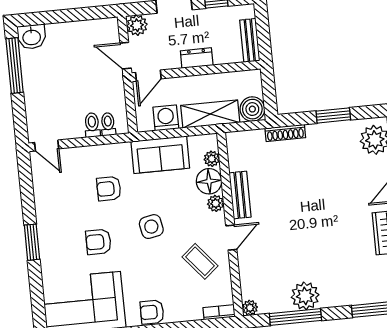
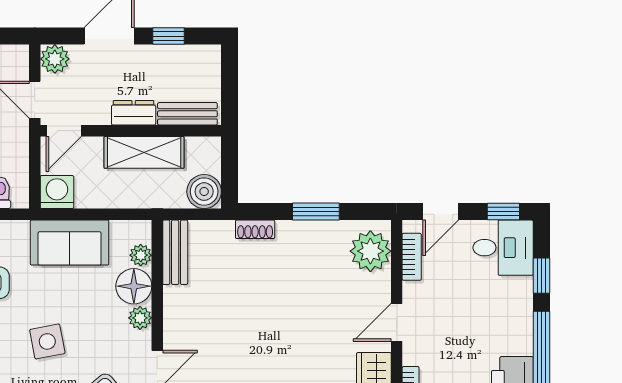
bench: (250, 40) -> (187, 114), moved, turned 90
shelving: (210, 114) -> (144, 152), moved
washing machine: (166, 118) -> (57, 192), moved
shoe rack: (285, 133) -> (255, 229), width x0.70
bench: (240, 195) -> (175, 252), moved

